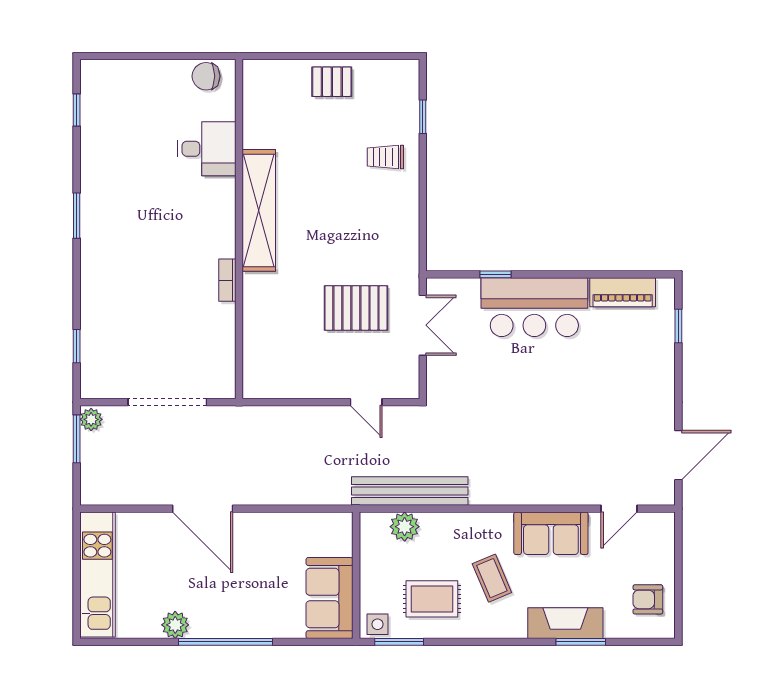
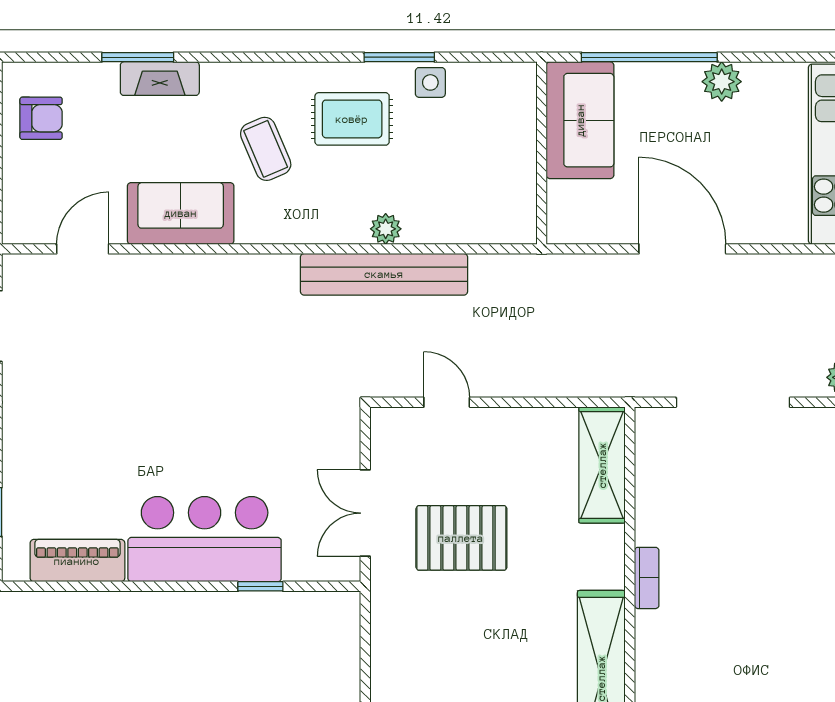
shelving: (258, 359) -> (602, 465), added
plant: (405, 527) -> (386, 229), width x0.73, depth x0.73
wall: (356, 575) -> (542, 153), moved
sofa: (330, 598) -> (580, 120), moved
fireplace: (565, 623) -> (160, 79), width x0.73, depth x0.76

